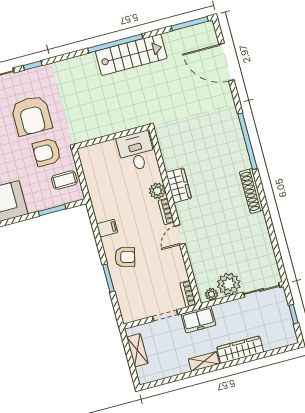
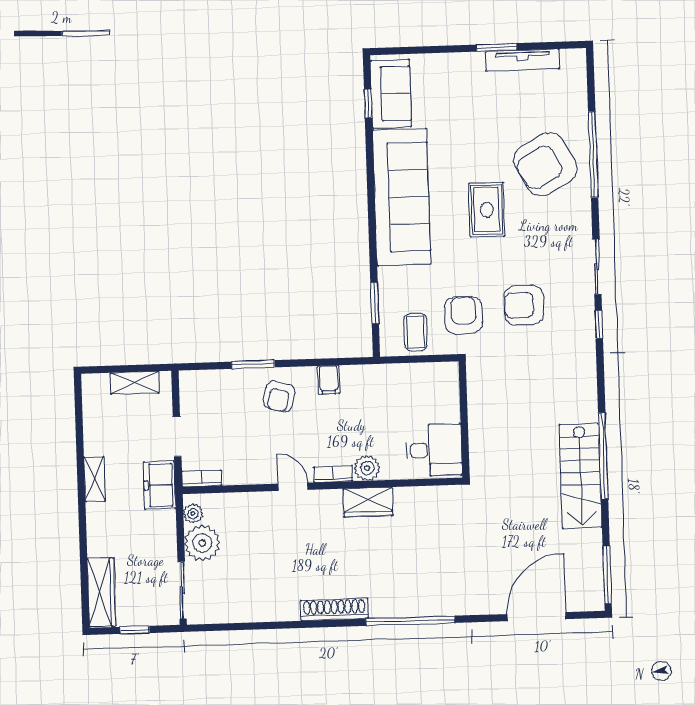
armchair: (31, 116) -> (524, 305), width x0.73, depth x0.73
wardrobe: (240, 350) -> (102, 592), moved

